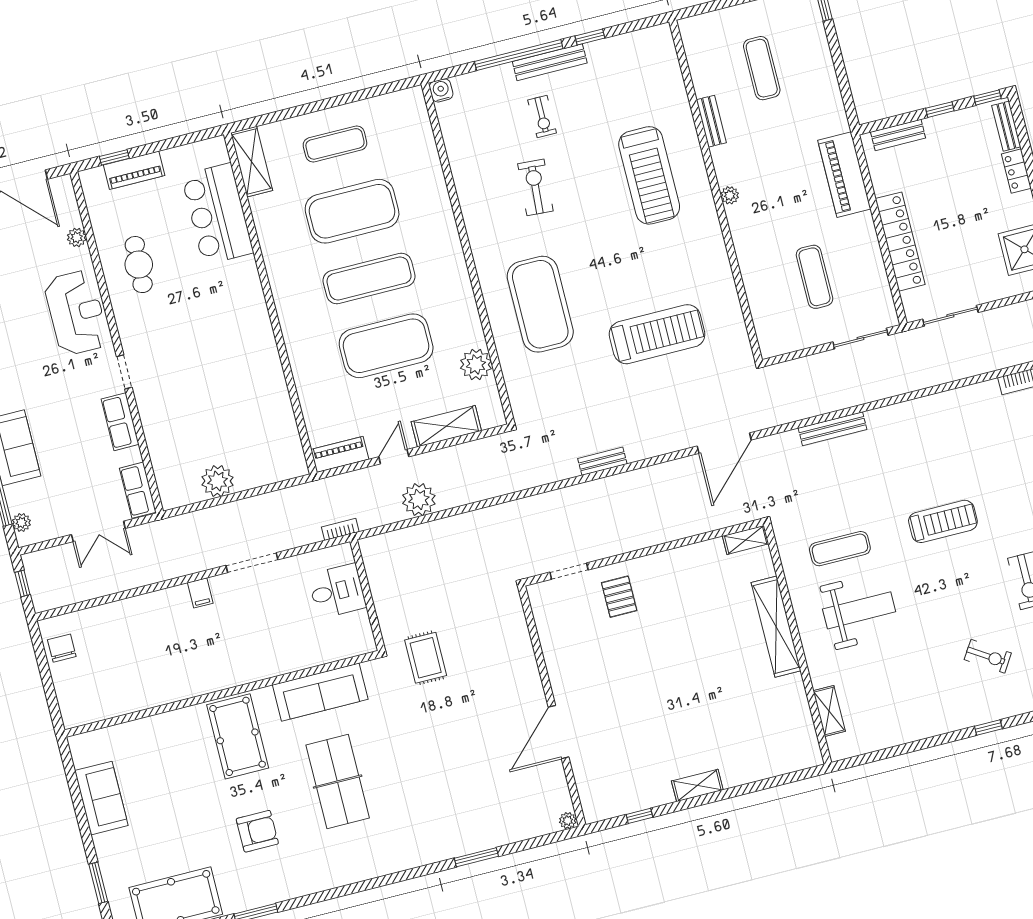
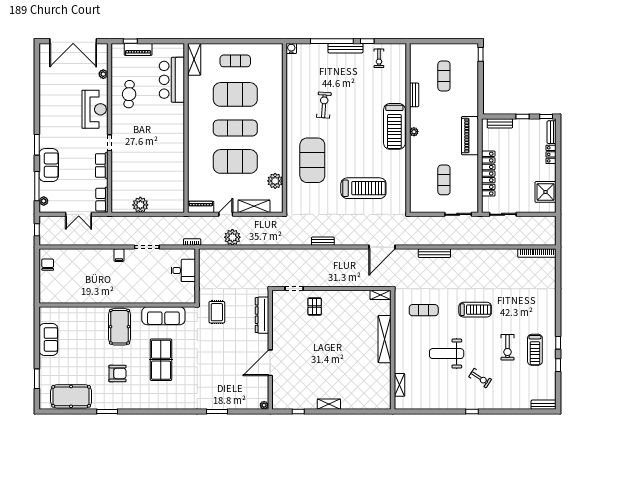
exercise bike: (542, 117) -> (379, 58), moved
treadmill: (649, 175) -> (394, 126), moved
weight bench: (859, 610) -> (447, 354), moved, turned 180
dresser: (518, 641) -> (262, 315), added

